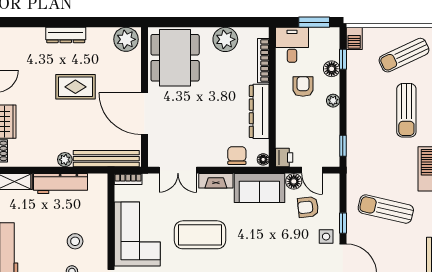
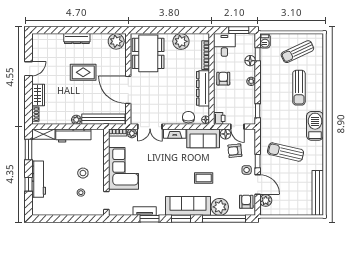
armchair: (303, 86) -> (223, 79), moved
plant: (150, 180) -> (132, 133), added
coffee table: (200, 235) -> (204, 178), moved, width x0.54, depth x0.58

